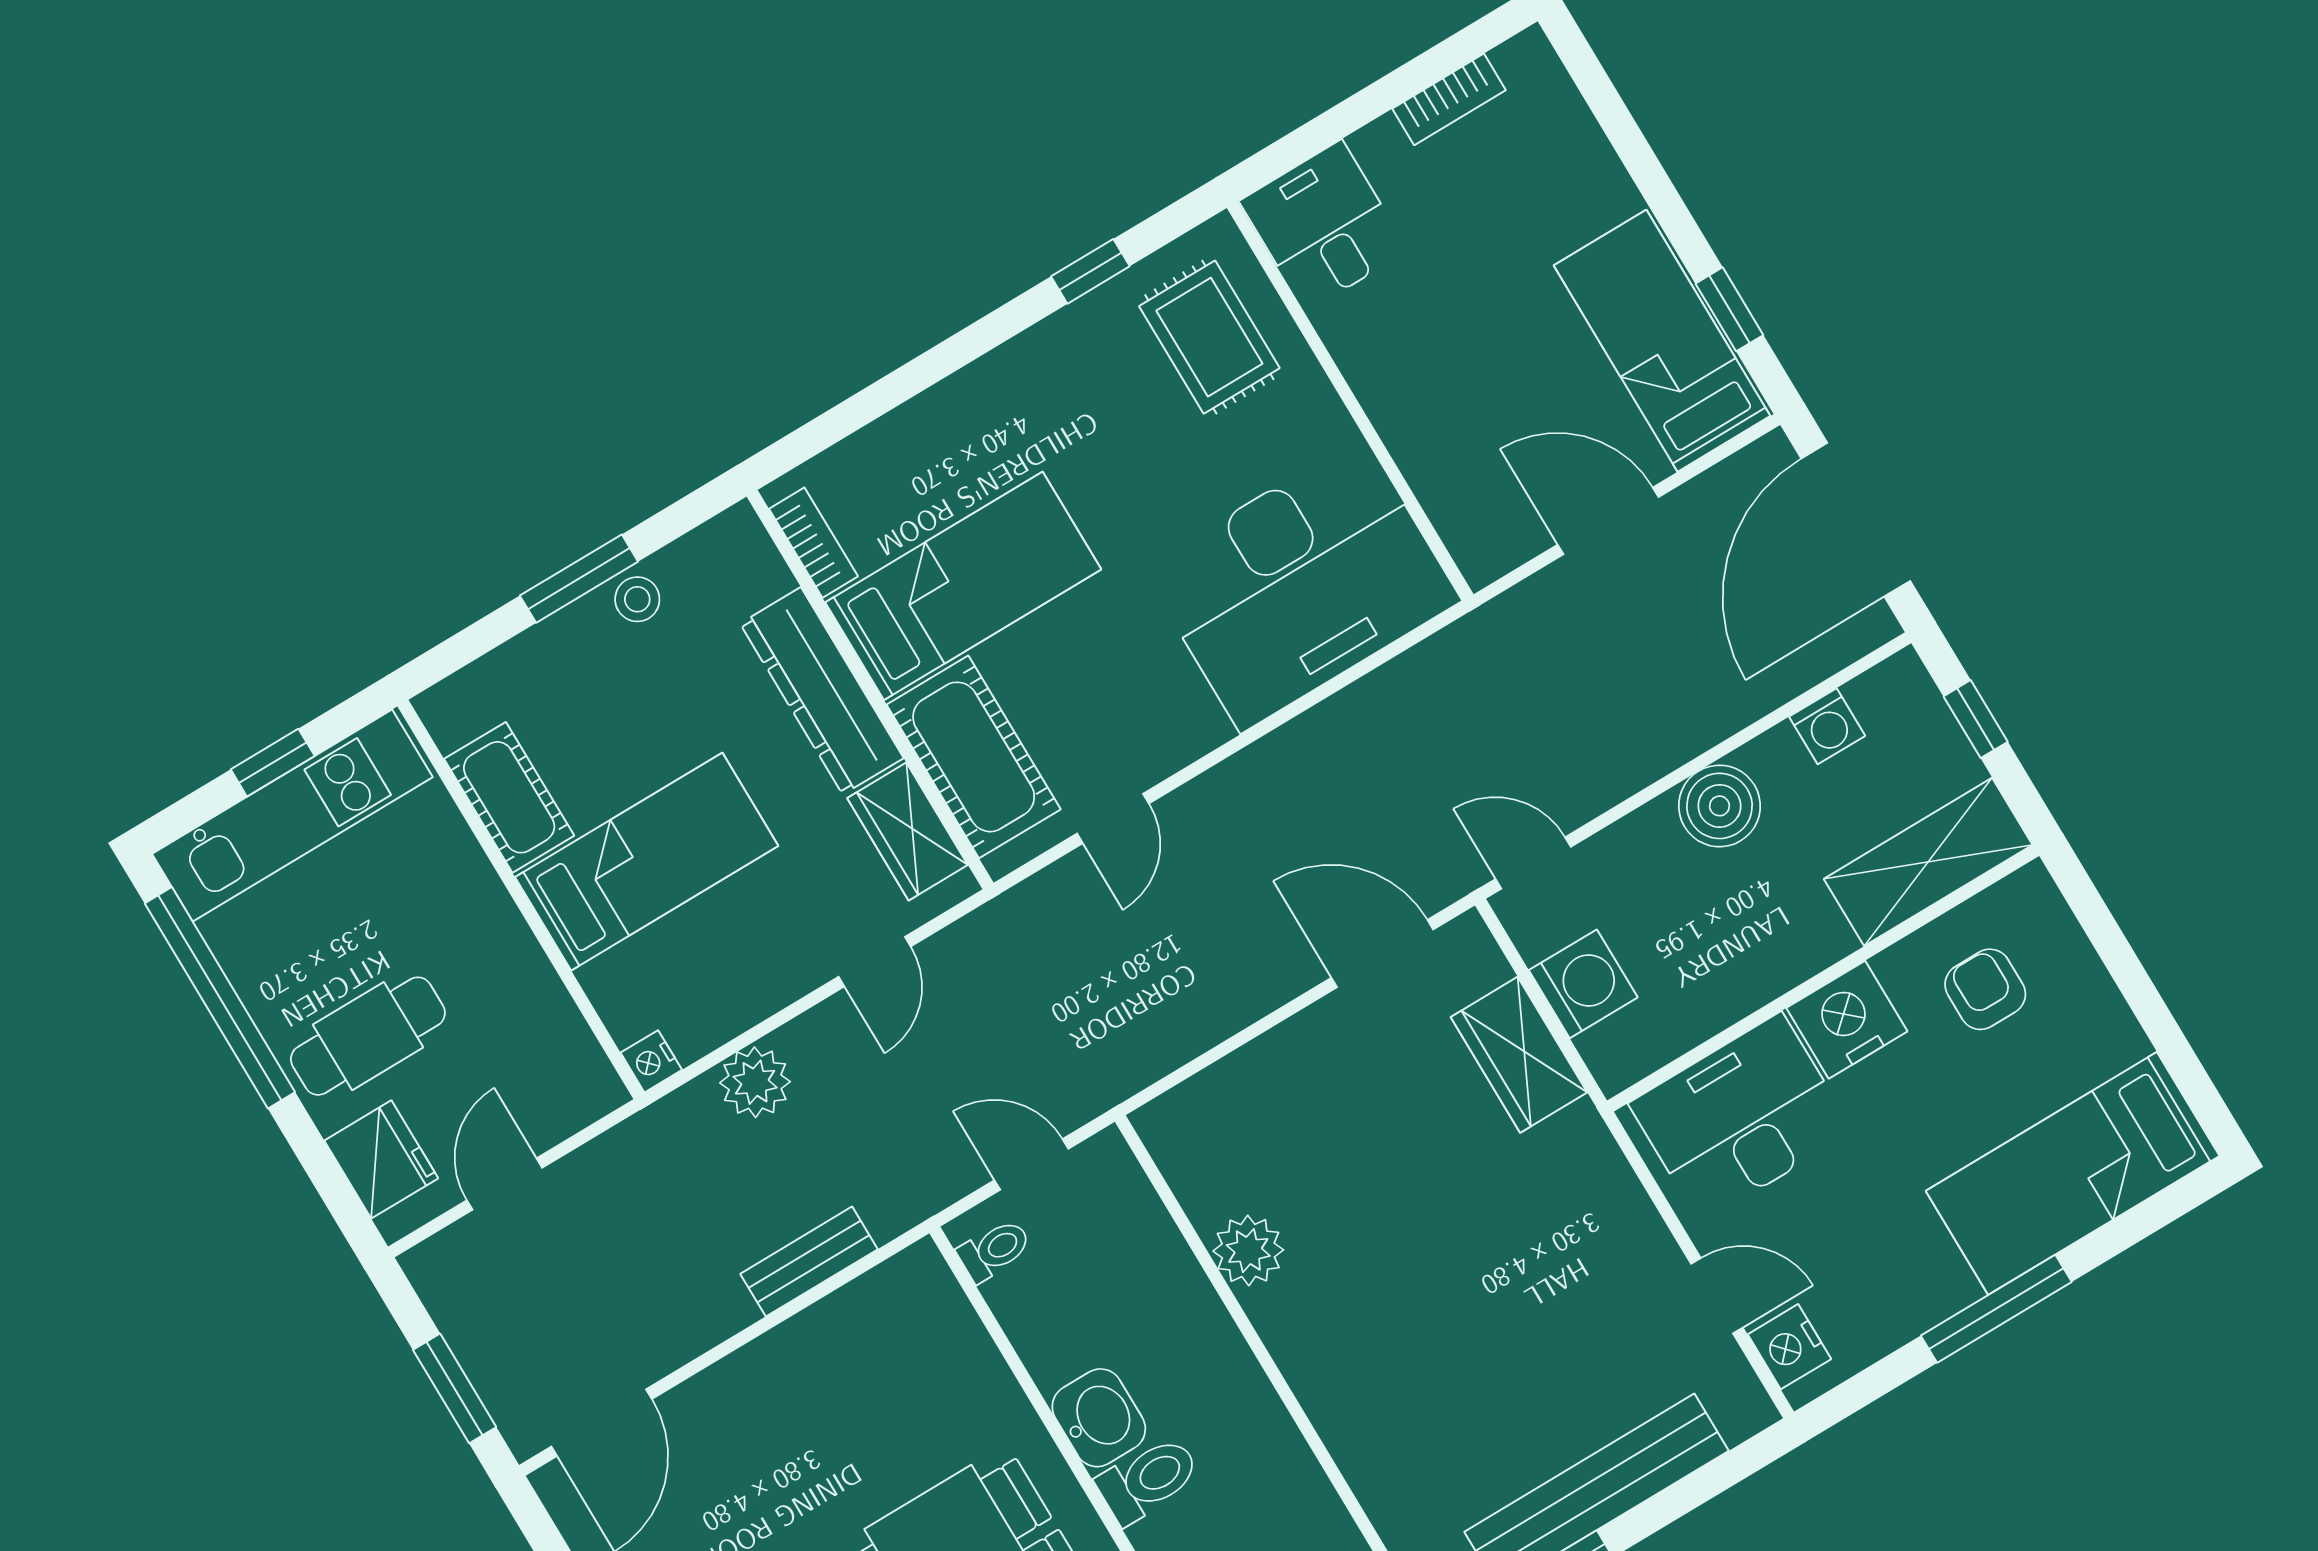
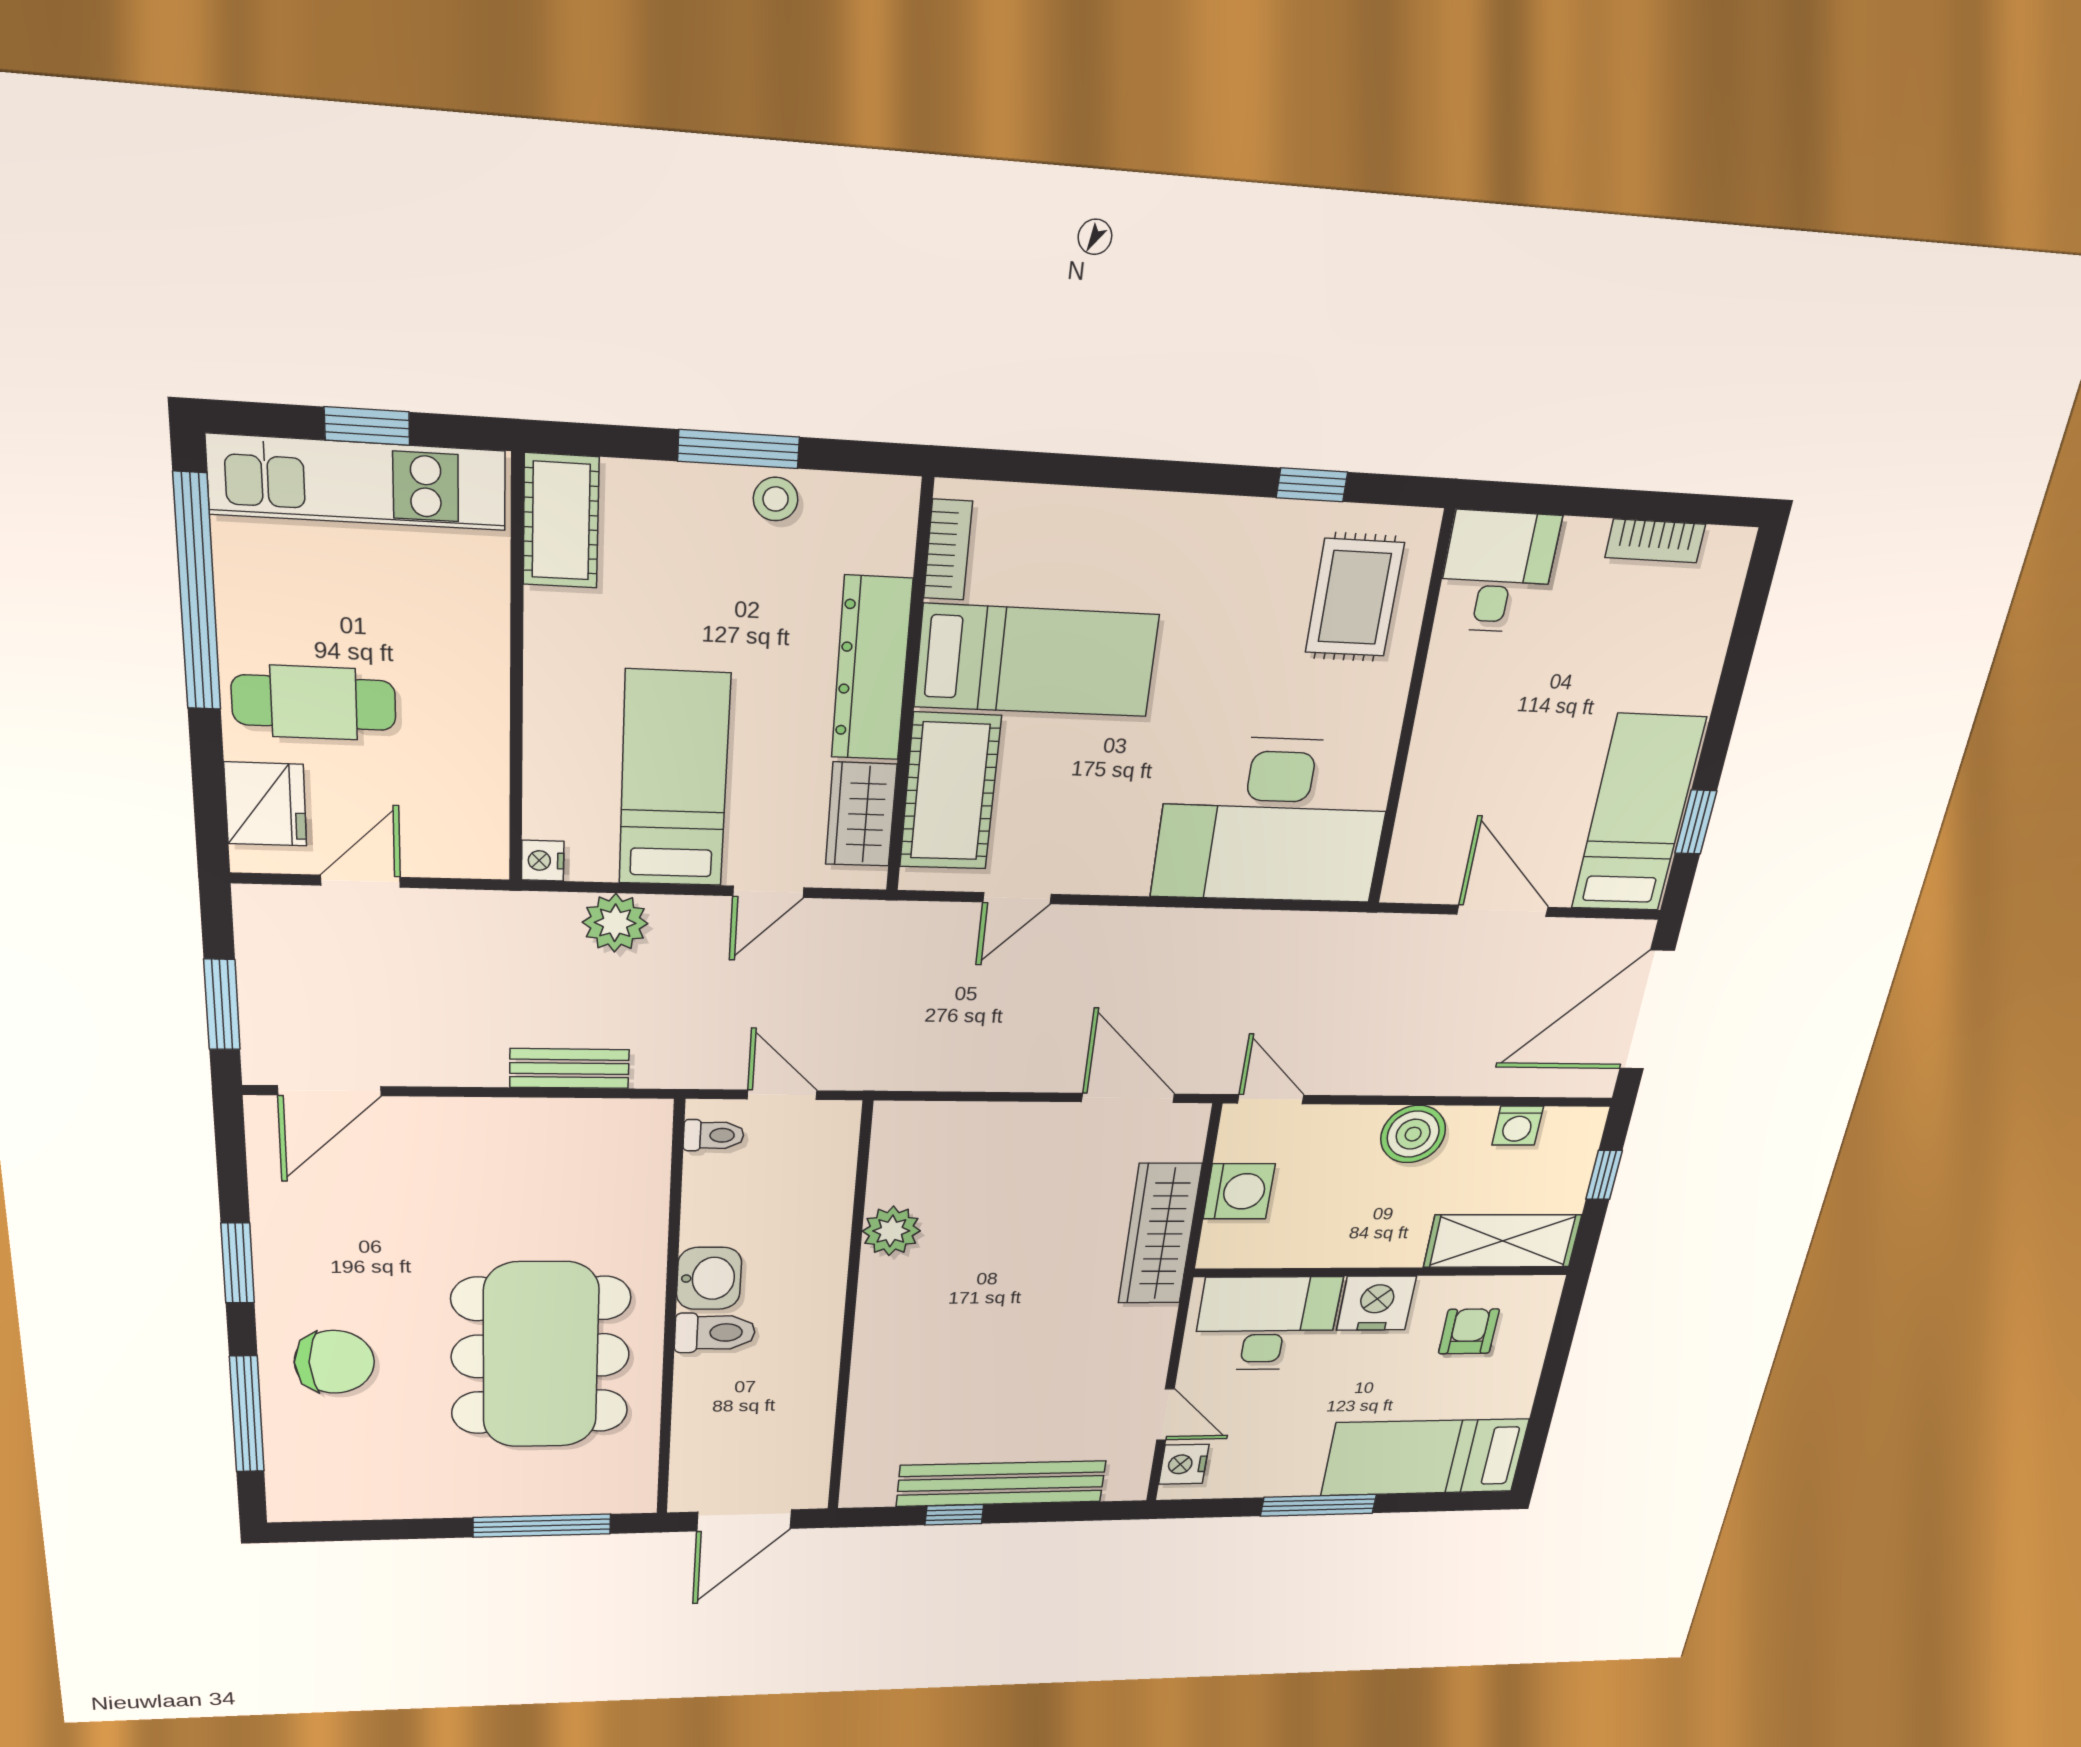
cot: (509, 797) -> (561, 521), moved
bed: (647, 862) -> (674, 780), moved, turned -90
wardrobe: (1519, 1055) -> (1160, 1234), width x1.50

